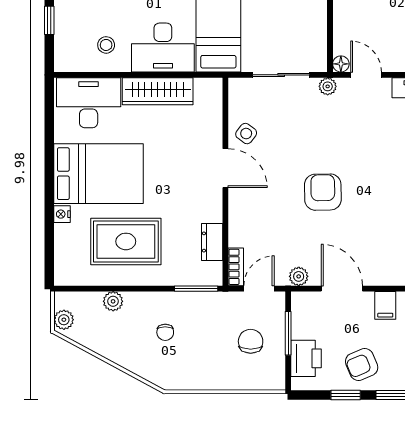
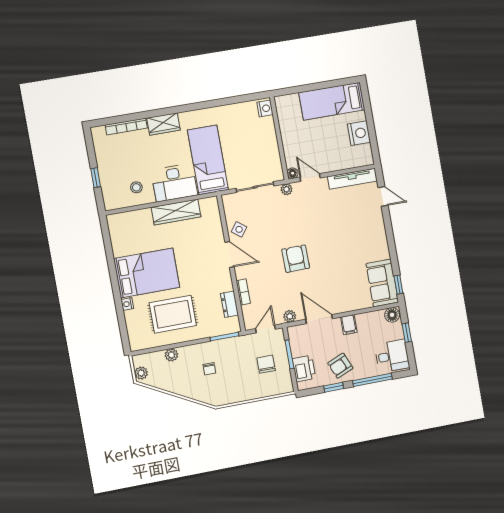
desk: (89, 103) -> (132, 228), removed
bookcase: (236, 267) -> (243, 292), moved

